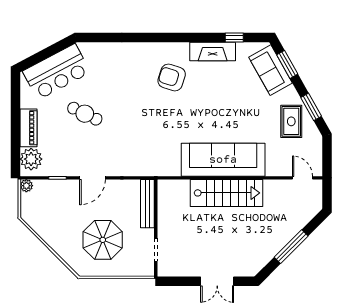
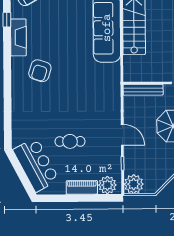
cafe table: (85, 114) -> (70, 141), turned 64
plant: (26, 186) -> (134, 184), width x1.88, depth x1.88

